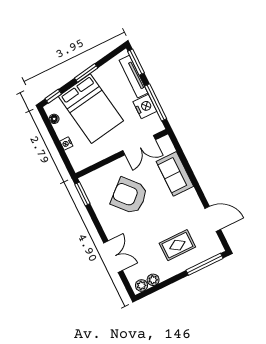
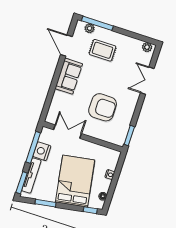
window: (86, 73) -> (46, 203), moved
sofa: (175, 174) -> (69, 76), moved
armchair: (129, 196) -> (103, 107), turned -48
plant: (153, 280) -> (90, 28), moved

